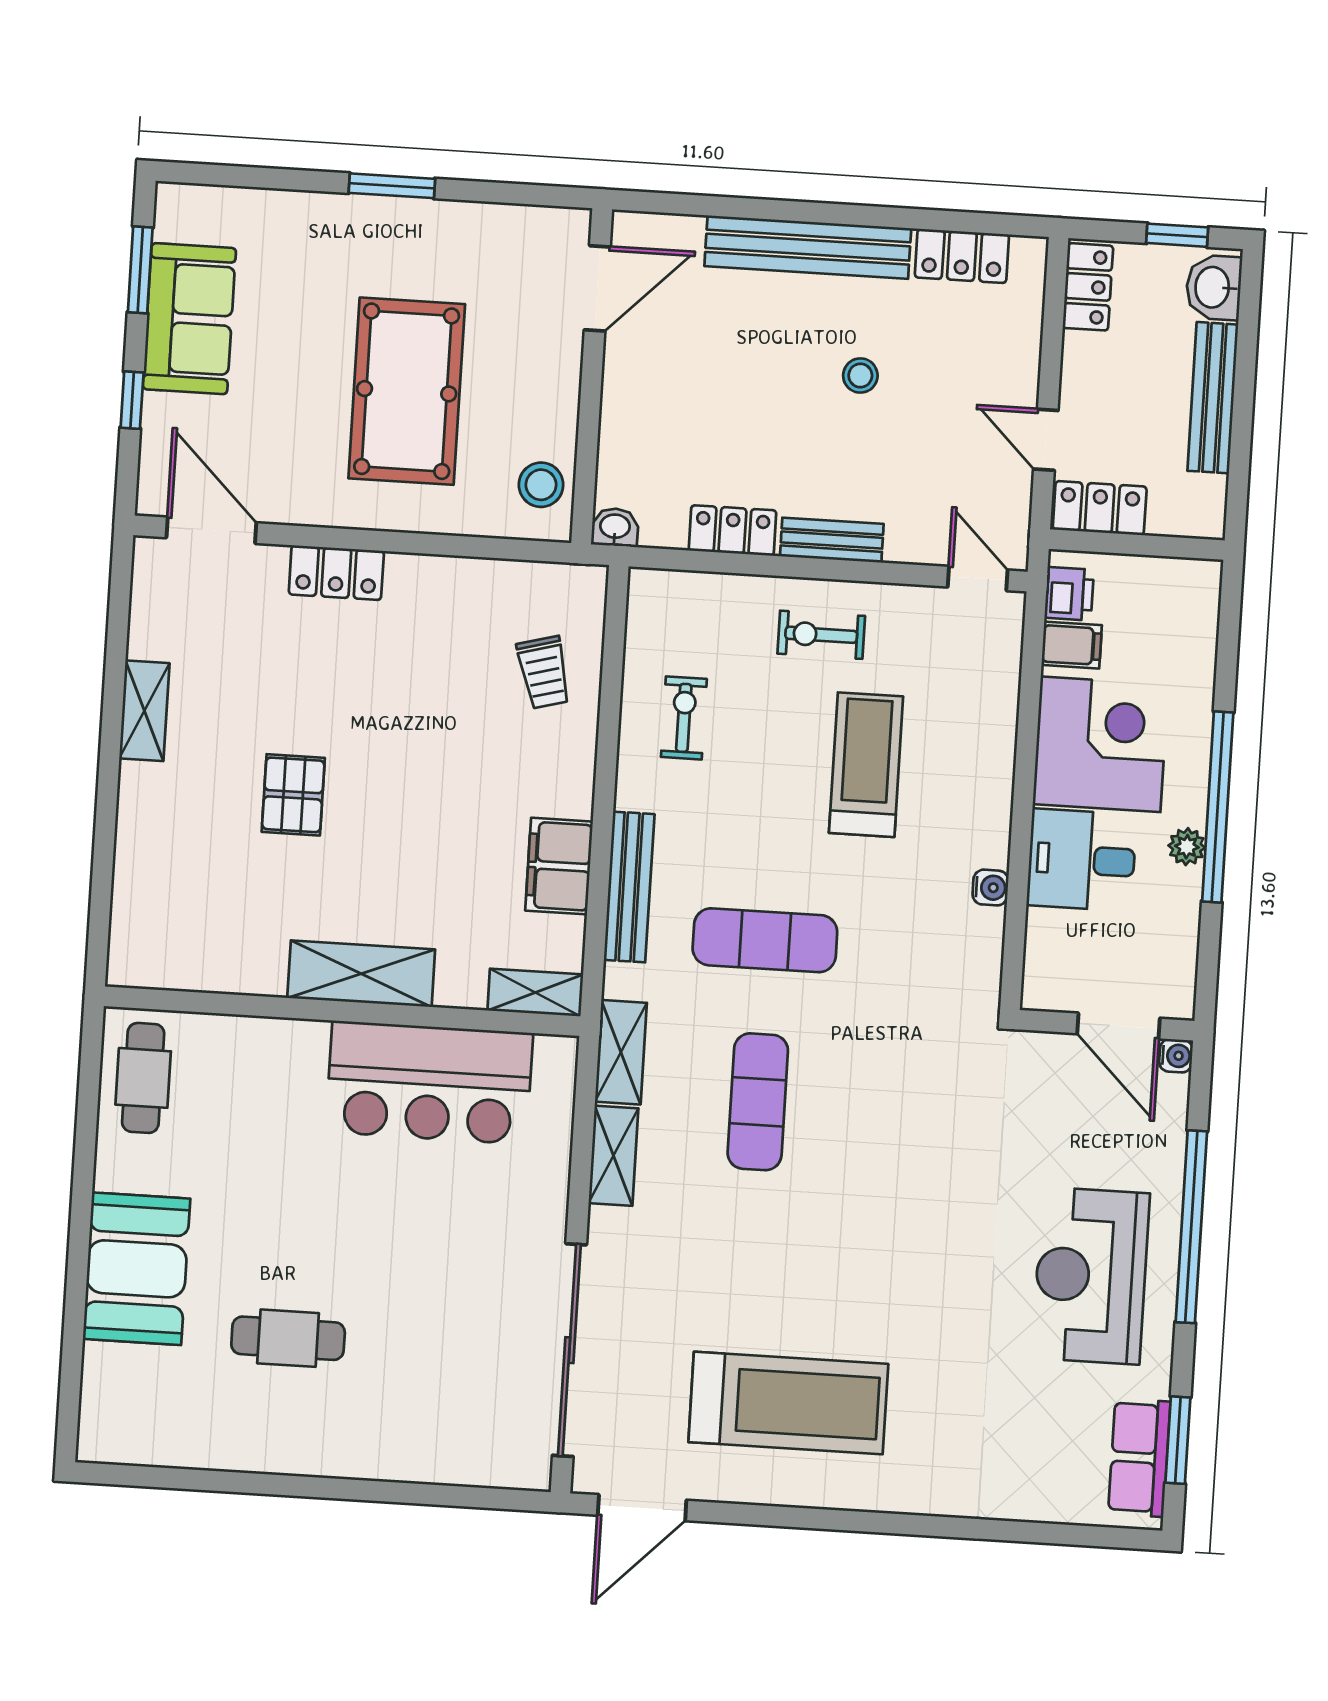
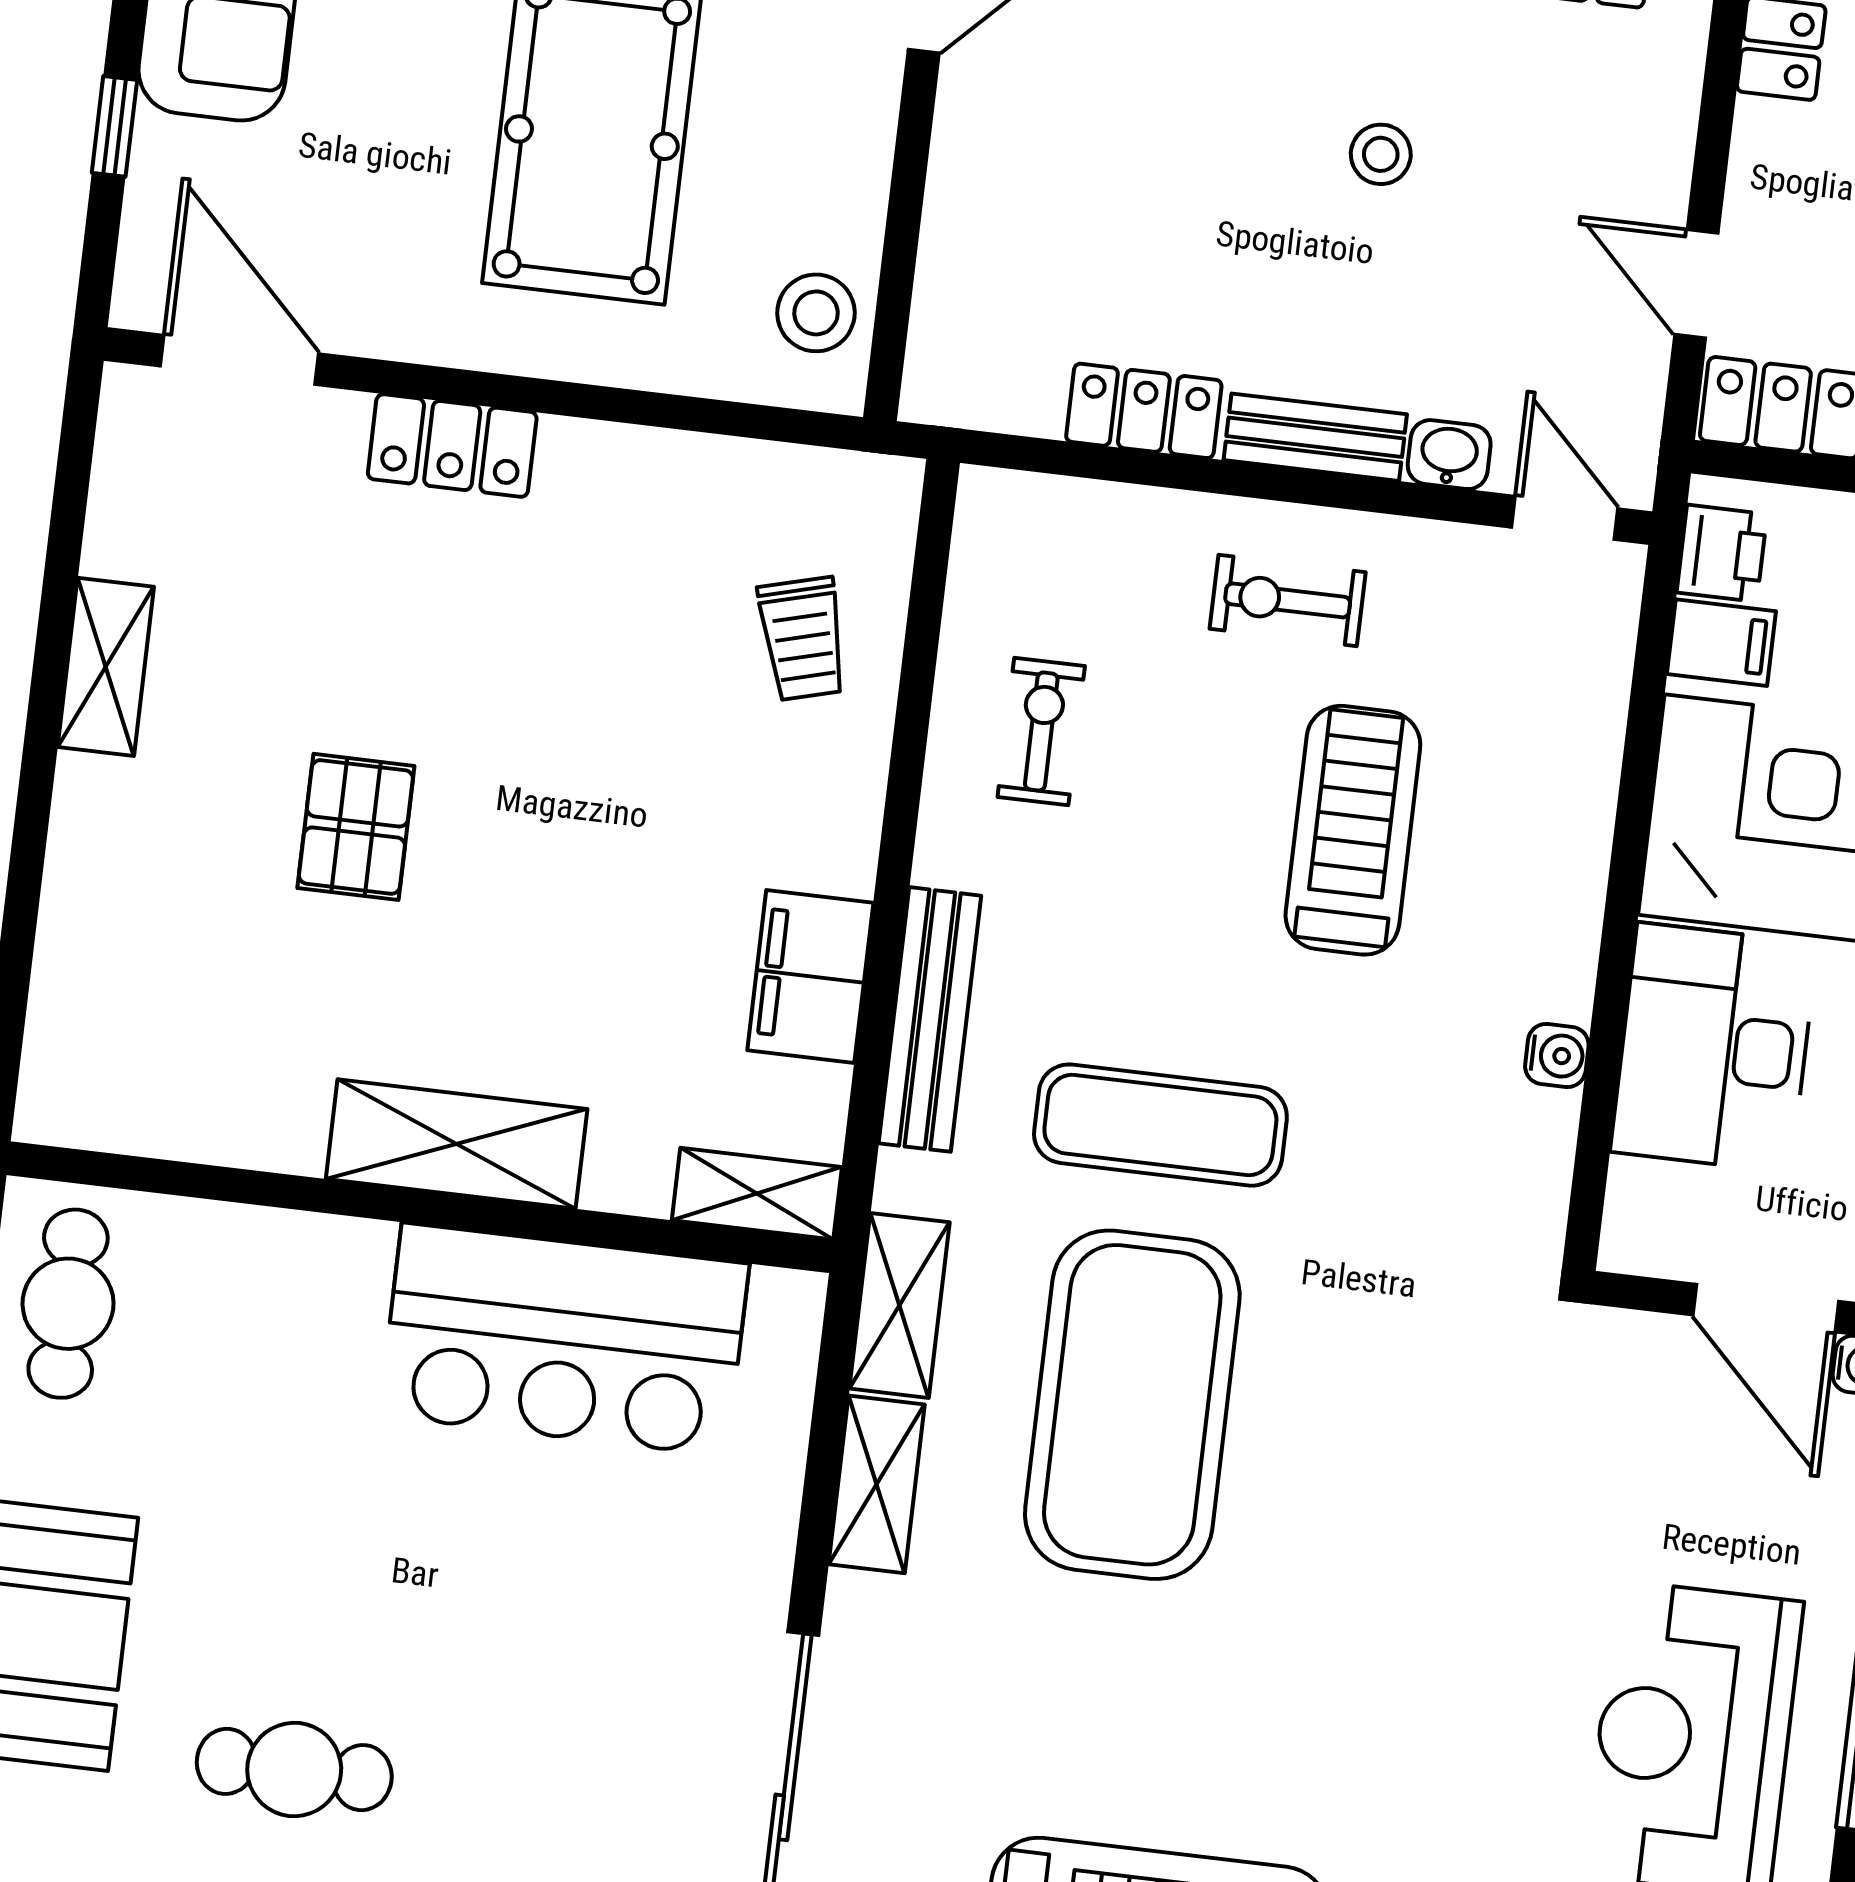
washbasin: (615, 527) -> (1449, 455), moved
desk: (1082, 860) -> (1714, 1048), width x1.37
exercise mat: (758, 1102) -> (1132, 1405), width x2.00, depth x1.45

